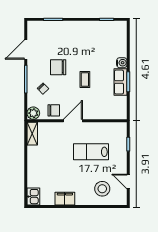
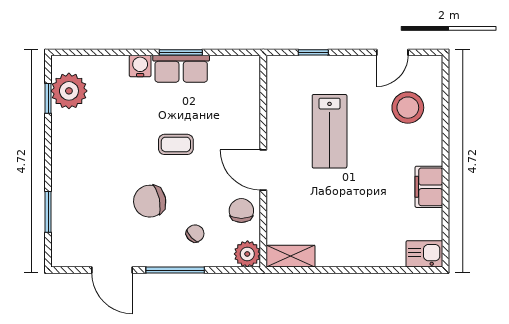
plant: (110, 29) -> (69, 91), added
chair: (58, 67) -> (150, 201), turned 78

